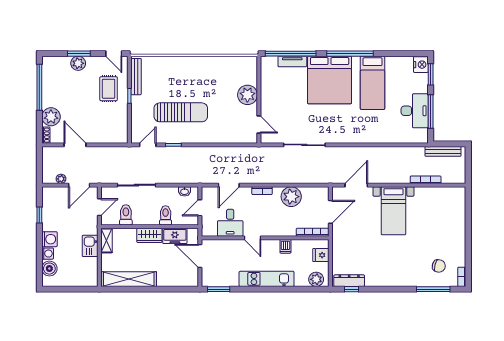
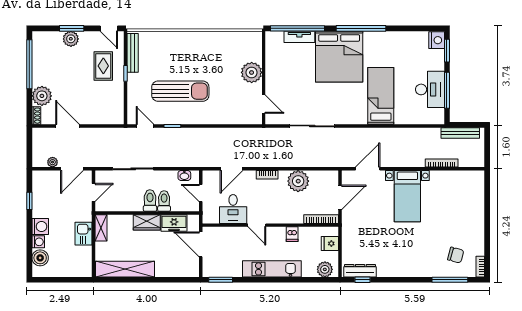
bed: (373, 83) -> (381, 96), moved, turned 180
door: (148, 145) -> (145, 126), hinge flipped
door: (200, 208) -> (201, 193), hinge flipped
toilet: (126, 215) -> (150, 200), moved

